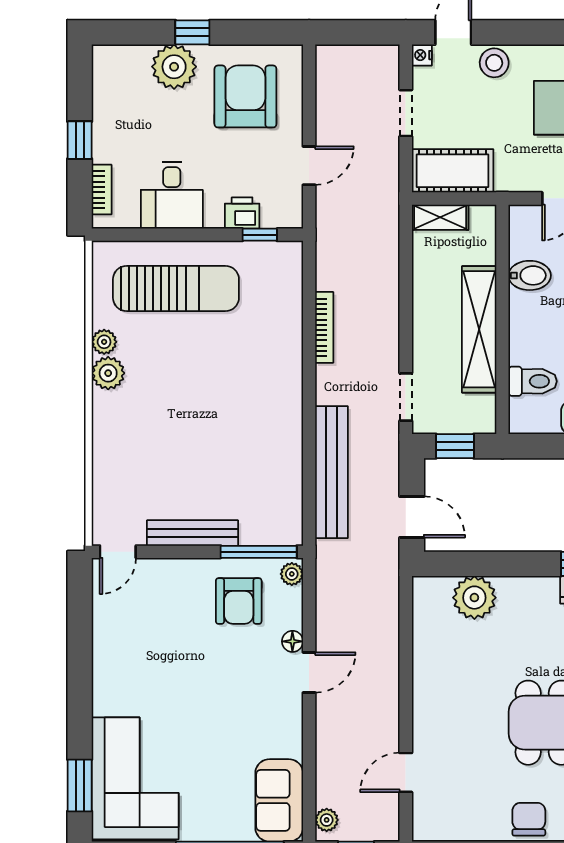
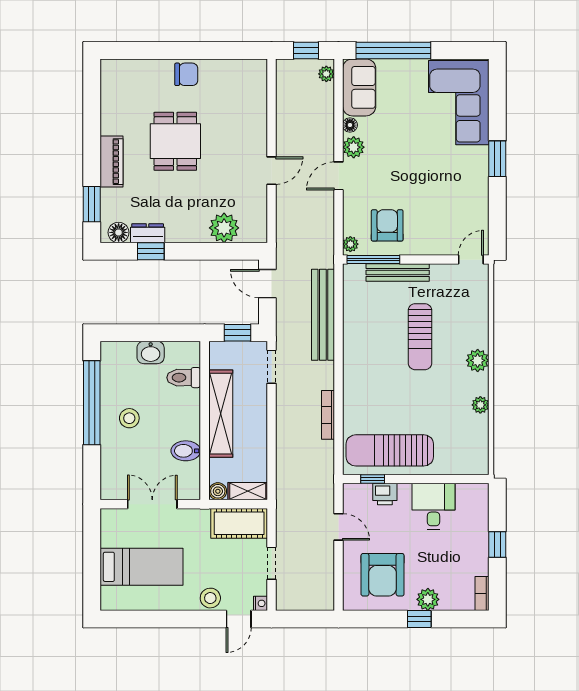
plant: (174, 67) -> (428, 599), width x0.73, depth x0.73
door: (309, 166) -> (338, 527), swing flipped
bookcase: (102, 190) -> (482, 594), moved
boiler: (483, 217) -> (218, 491), added
sun lounger: (176, 289) -> (390, 450), moved
plant: (108, 373) -> (478, 360), moved
sun lounger: (191, 440) -> (420, 337), added
bench: (192, 533) -> (398, 273), moved
floor lamp: (292, 641) -> (350, 125), moved
plant: (287, 714) -> (354, 147), added
door: (406, 772) -> (272, 171), moved
window: (80, 785) -> (497, 159), moved
chair: (529, 819) -> (186, 74), turned -90

